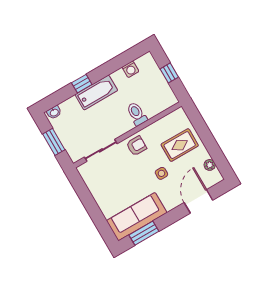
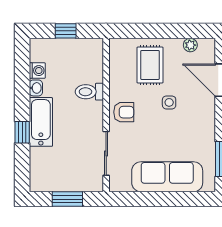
washbasin: (54, 112) -> (36, 88), moved
armchair: (136, 146) -> (124, 112), turned 90
sofa: (137, 217) -> (167, 177), moved, turned 90

